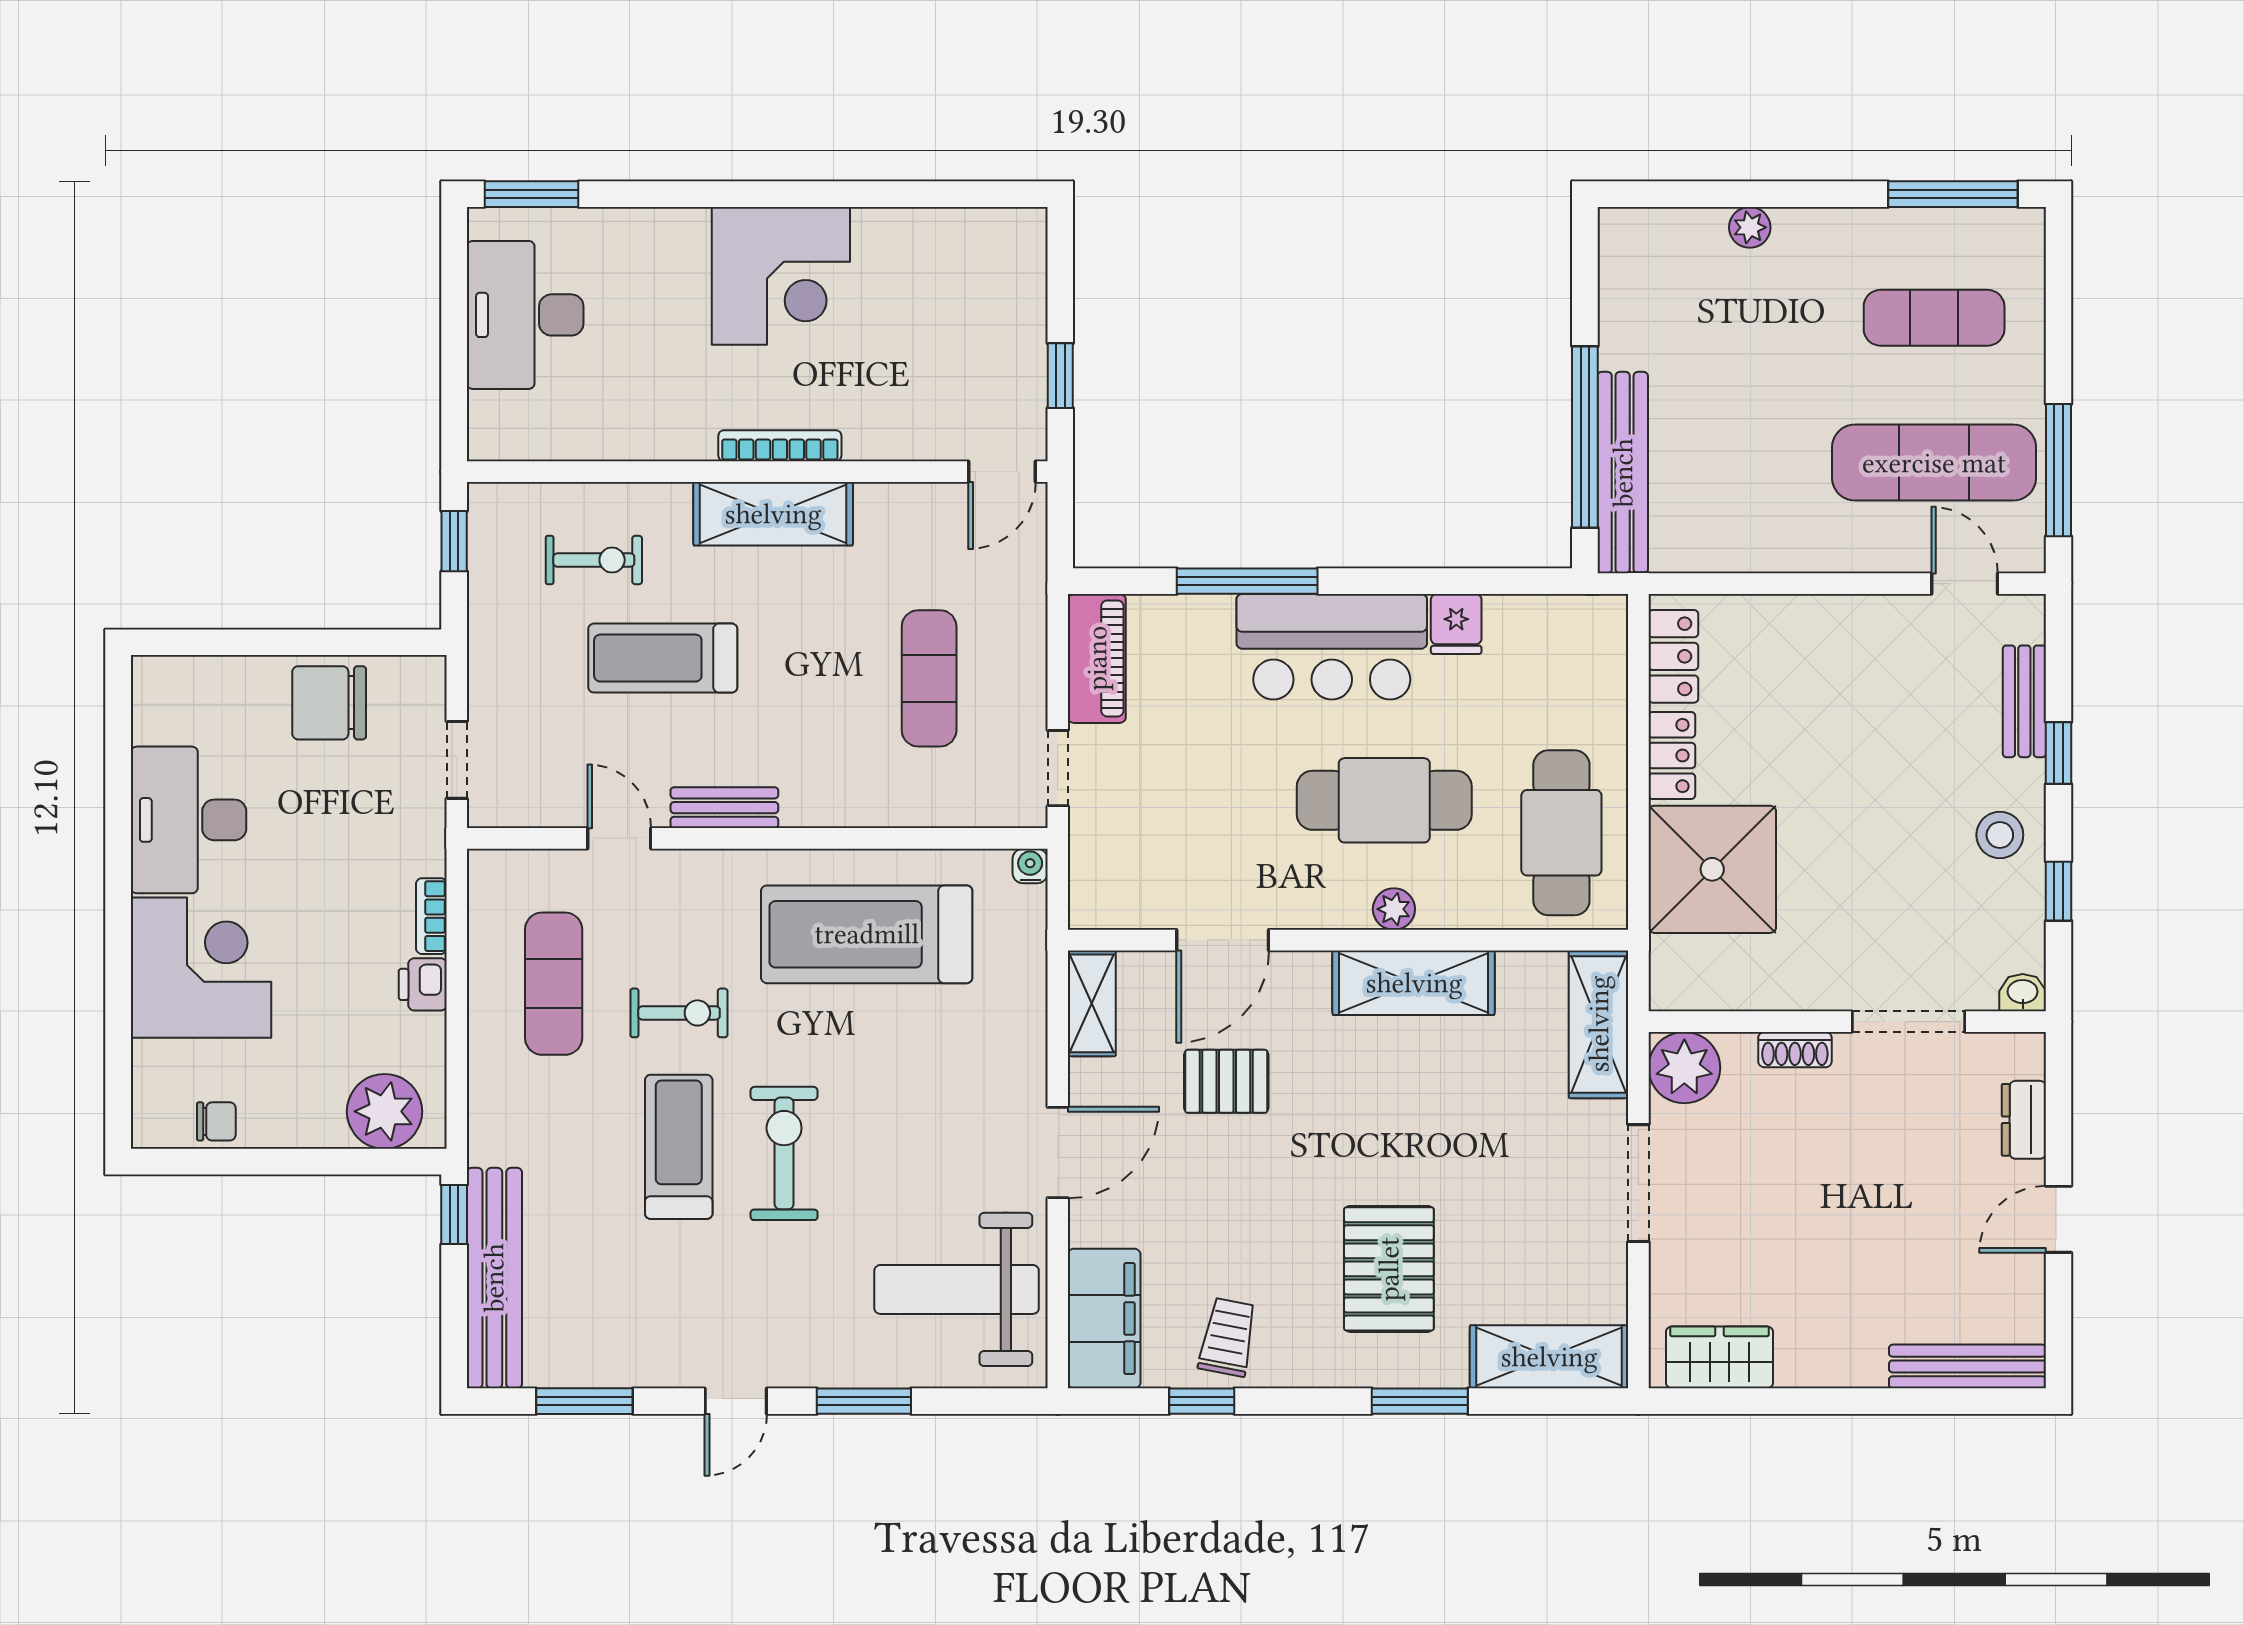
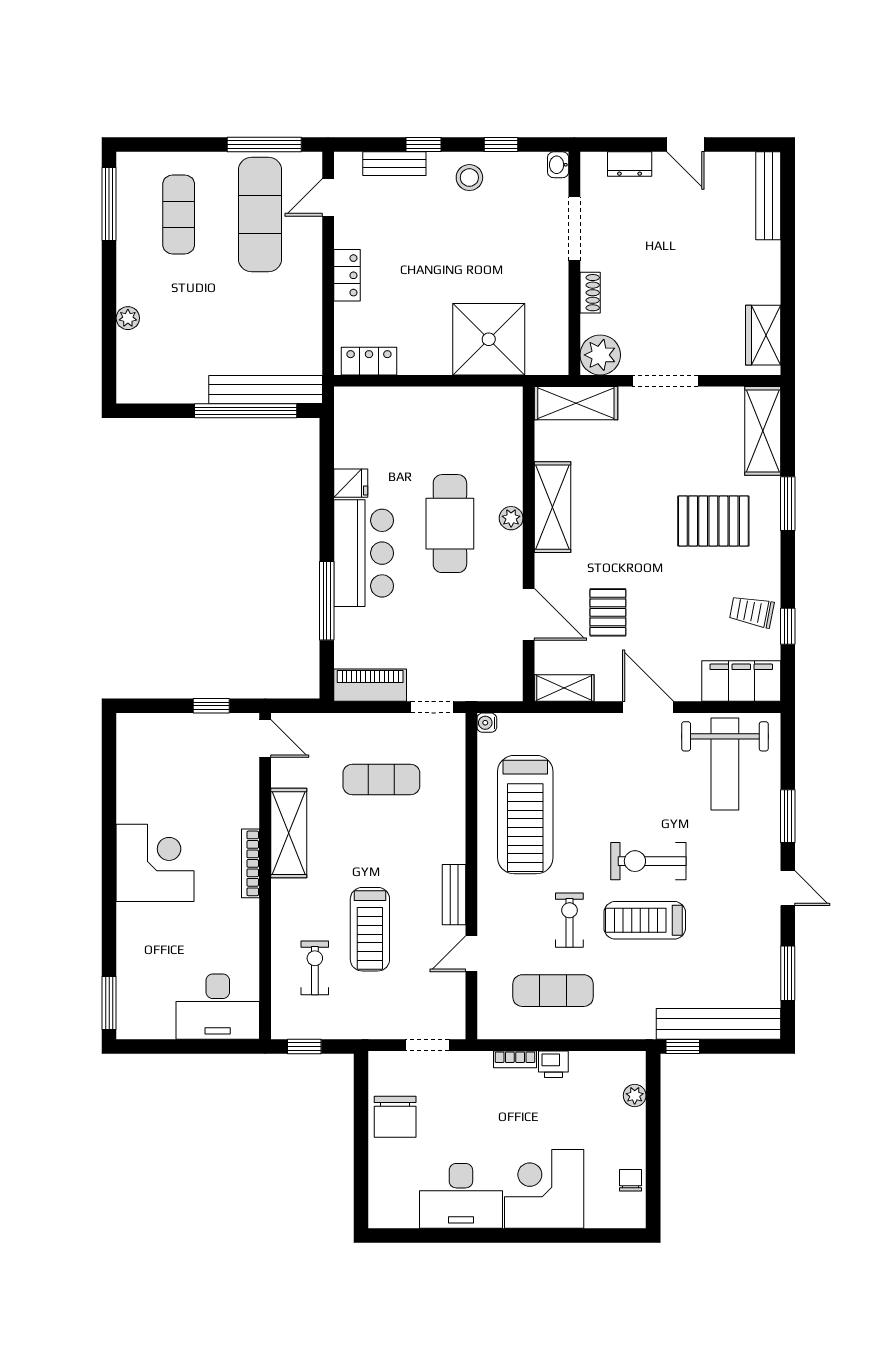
desk: (525, 315) -> (218, 1007), moved
shelving: (773, 514) -> (289, 833), moved
locker: (1672, 755) -> (347, 275), moved, turned 90
cafe table: (1561, 833) -> (468, 424), removed
plant: (385, 1111) -> (635, 1096), width x0.53, depth x0.53

